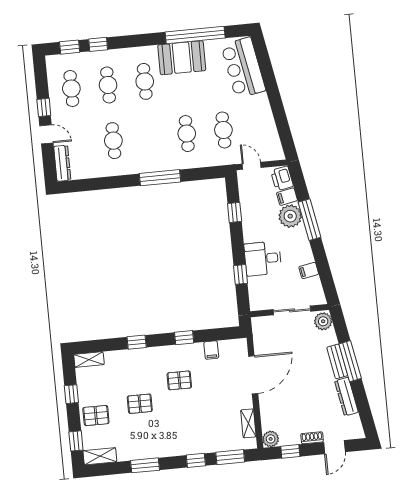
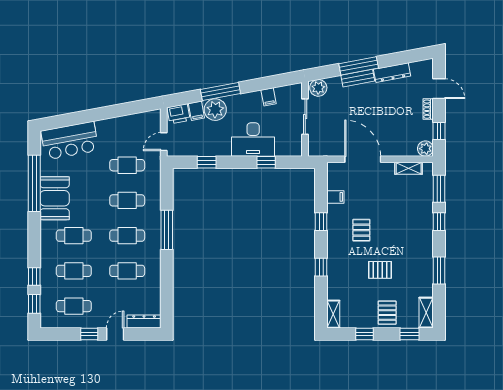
cafe table: (150, 137) -> (127, 236), added
desk: (263, 259) -> (253, 140), width x1.37
pallet: (140, 404) -> (380, 270), turned 90

